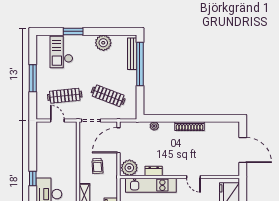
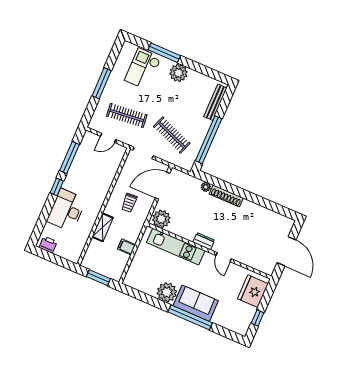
window: (73, 31) -> (164, 53), width x1.44
plant: (103, 43) -> (179, 73), moved
window: (140, 64) -> (209, 140), moved
door: (57, 121) -> (108, 138), swing flipped
shoe rack: (190, 126) -> (226, 196), moved
window: (33, 150) -> (69, 158), added
dresser: (154, 171) -> (204, 241), moved

